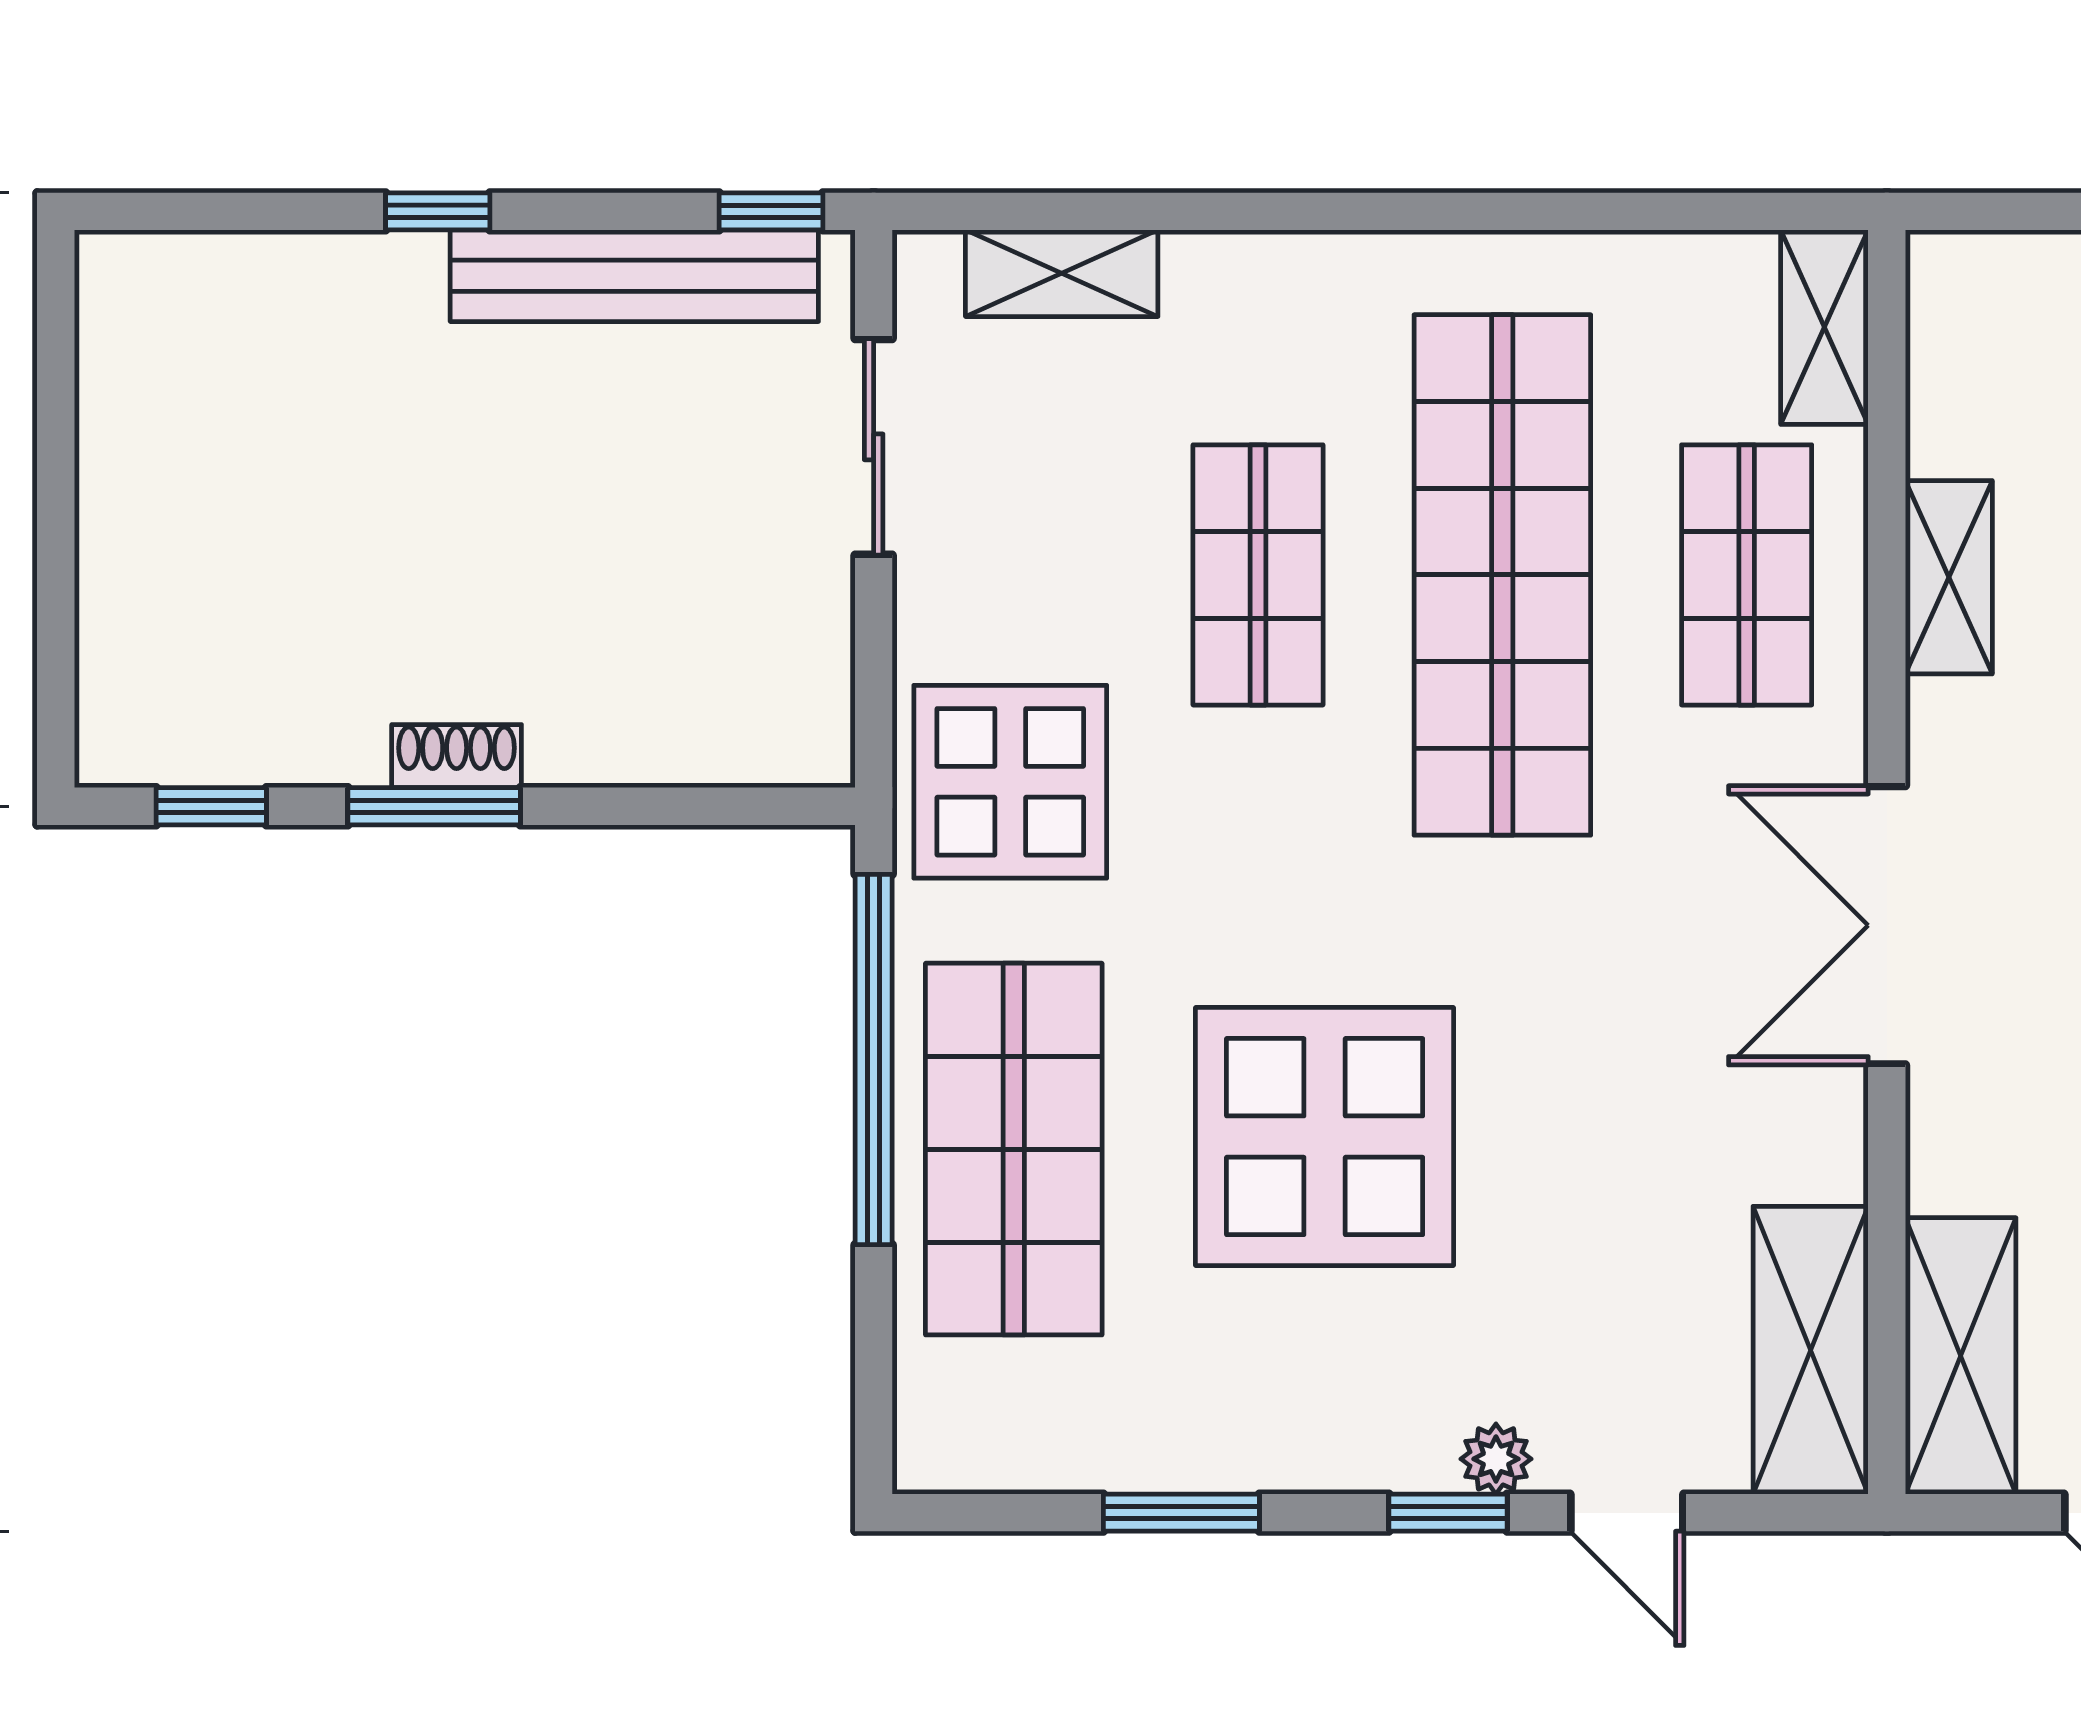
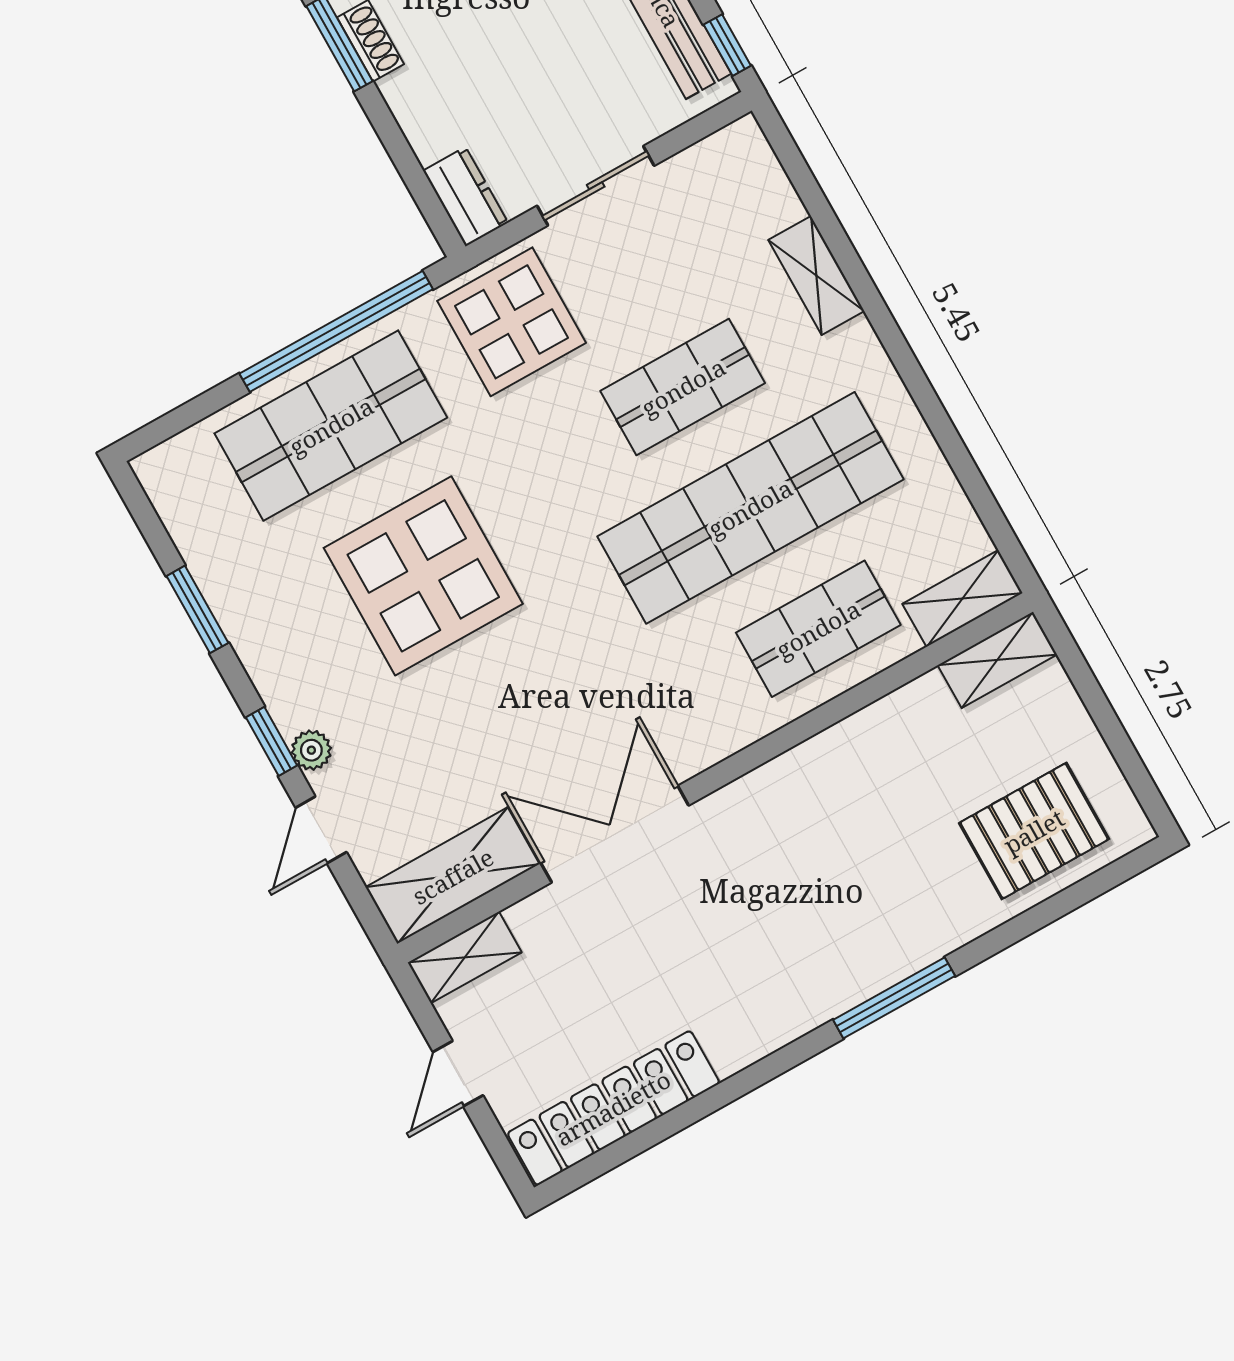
shelving: (1062, 273) -> (816, 275), moved
sliding door: (874, 447) -> (596, 186), moved
shelving: (1949, 577) -> (997, 660), moved
dresser: (778, 744) -> (466, 197), added
double door: (1887, 925) -> (615, 834), moved
shelving: (1961, 1356) -> (465, 957), width x0.67, depth x0.75

